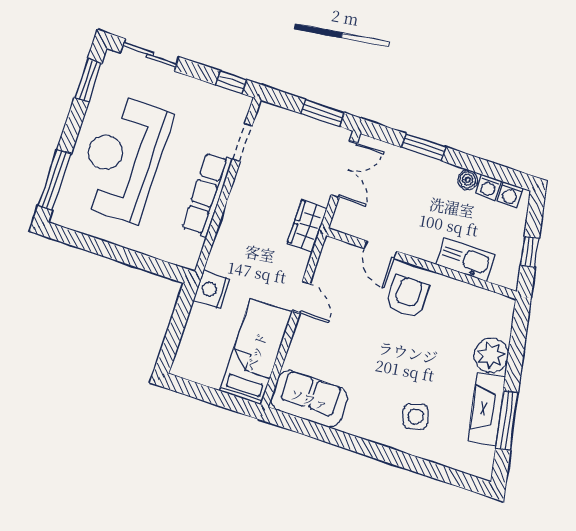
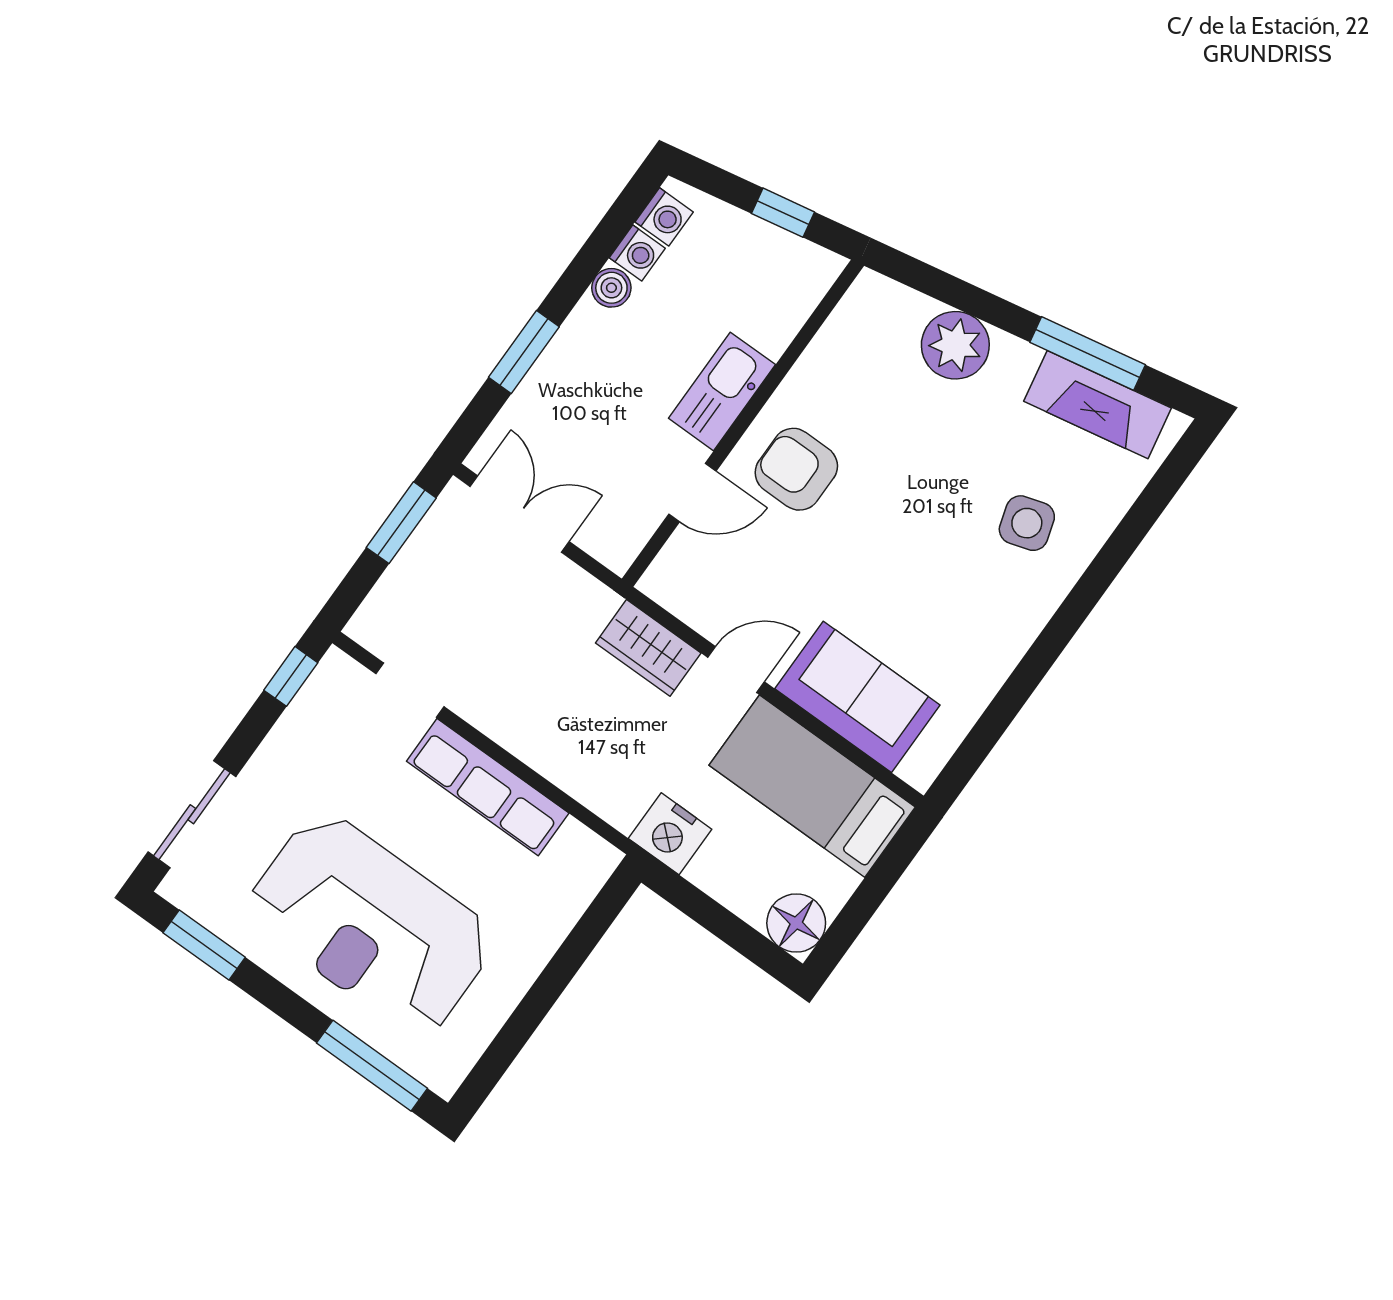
wardrobe: (307, 226) -> (648, 648), moved
kitchen sink: (465, 260) -> (722, 391), moved
floor lamp: (187, 364) -> (796, 923), added
sofa: (309, 399) -> (857, 697), moved, turned 90
fireplace: (487, 409) -> (1098, 405), moved

